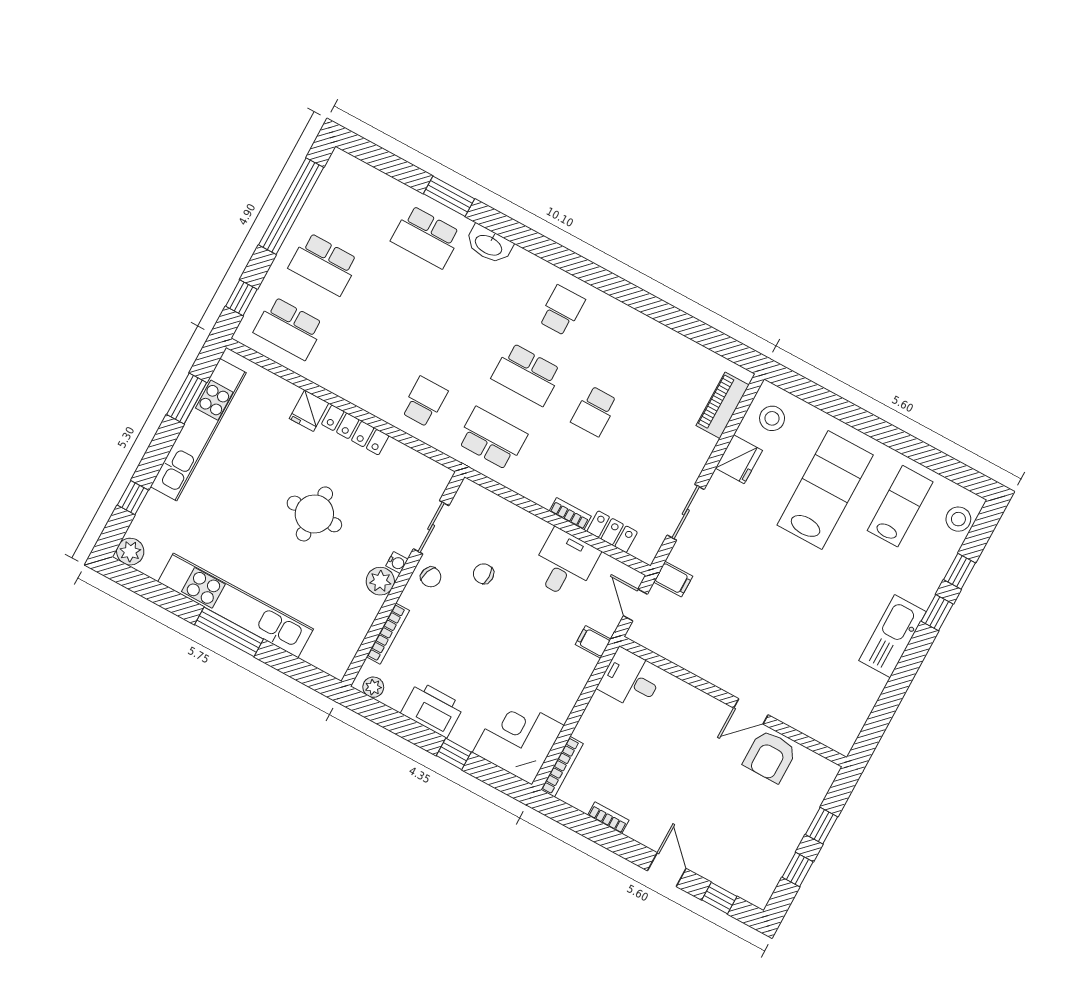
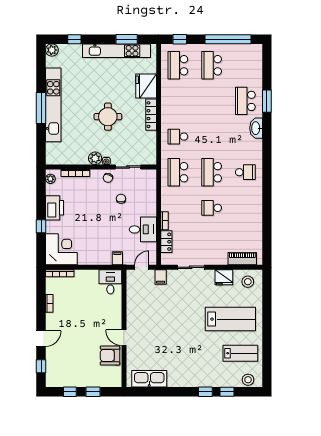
school desk: (424, 402) -> (178, 137), turned 180
fridge: (309, 411) -> (146, 86), width x1.88, depth x1.34
school desk: (492, 438) -> (178, 172), turned 180
kitchen sink: (892, 636) -> (149, 379), moved

